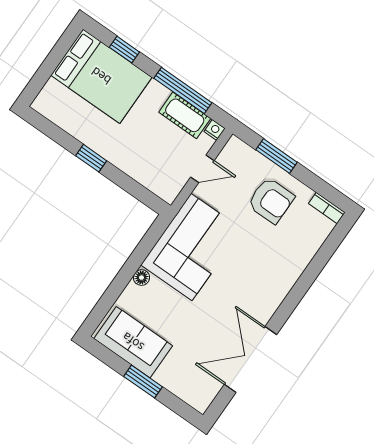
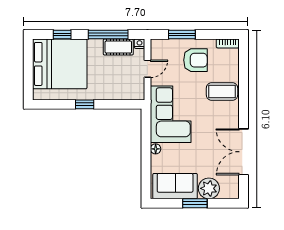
bed: (101, 76) -> (60, 64), width x1.36
coffee table: (277, 264) -> (222, 92), added
plant: (174, 375) -> (209, 188), added

